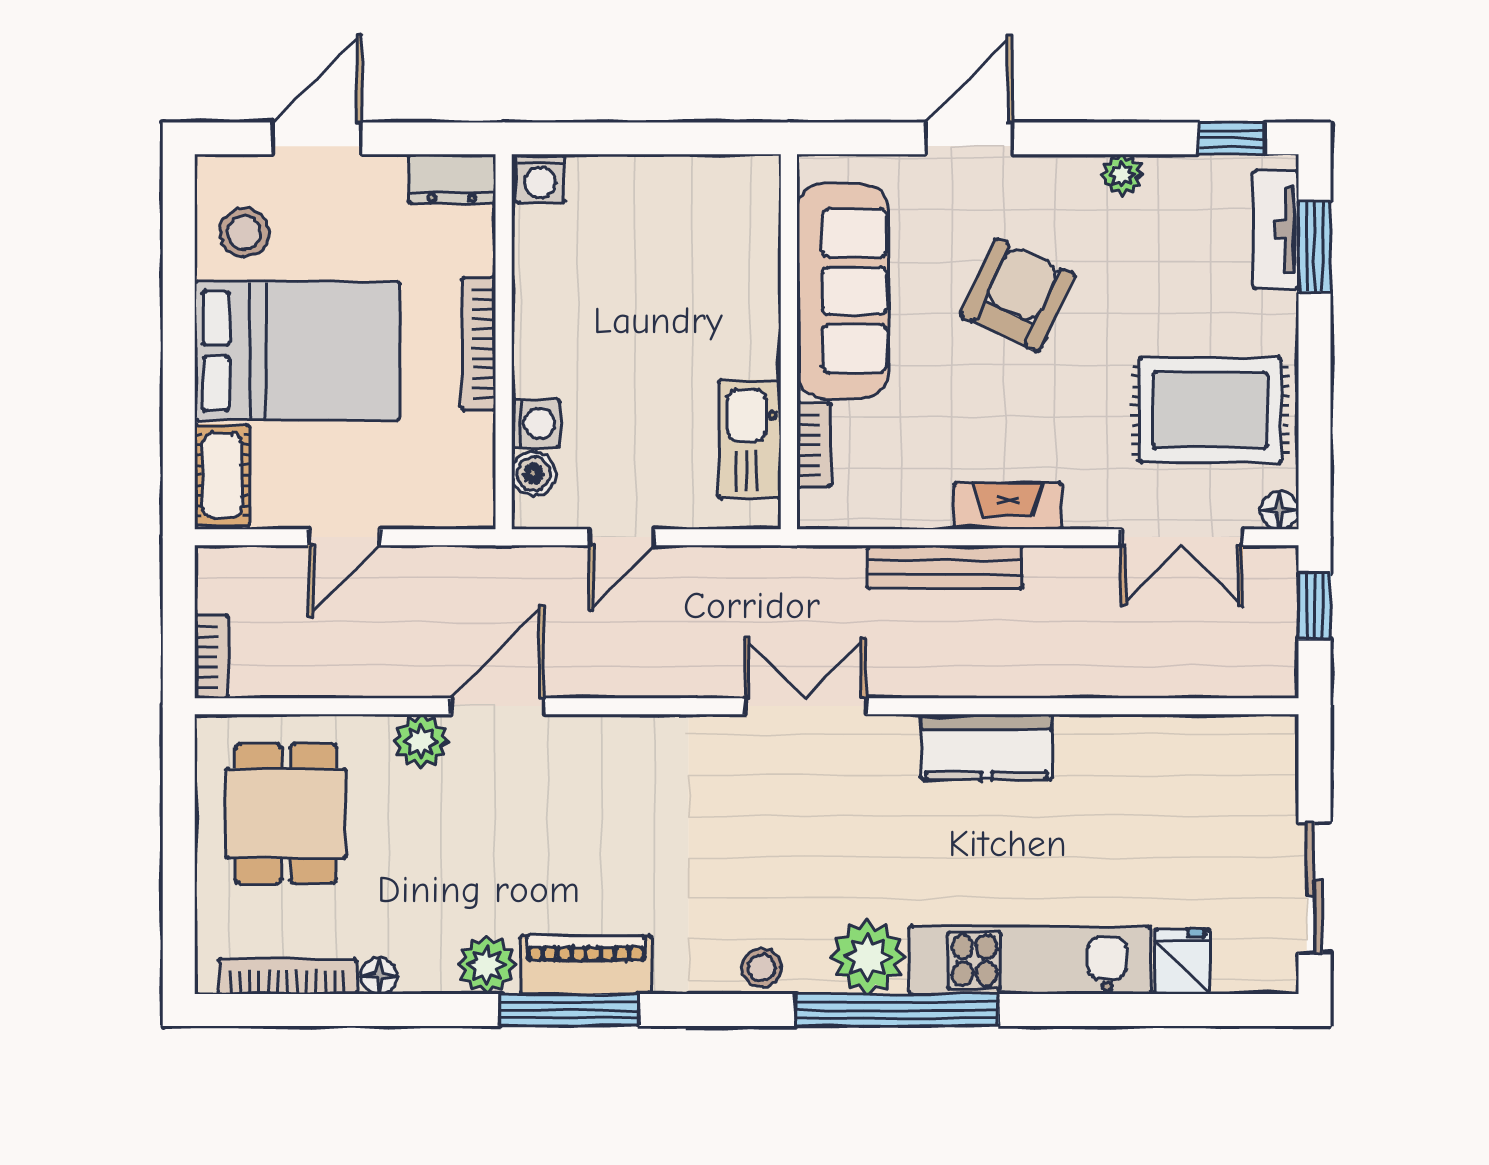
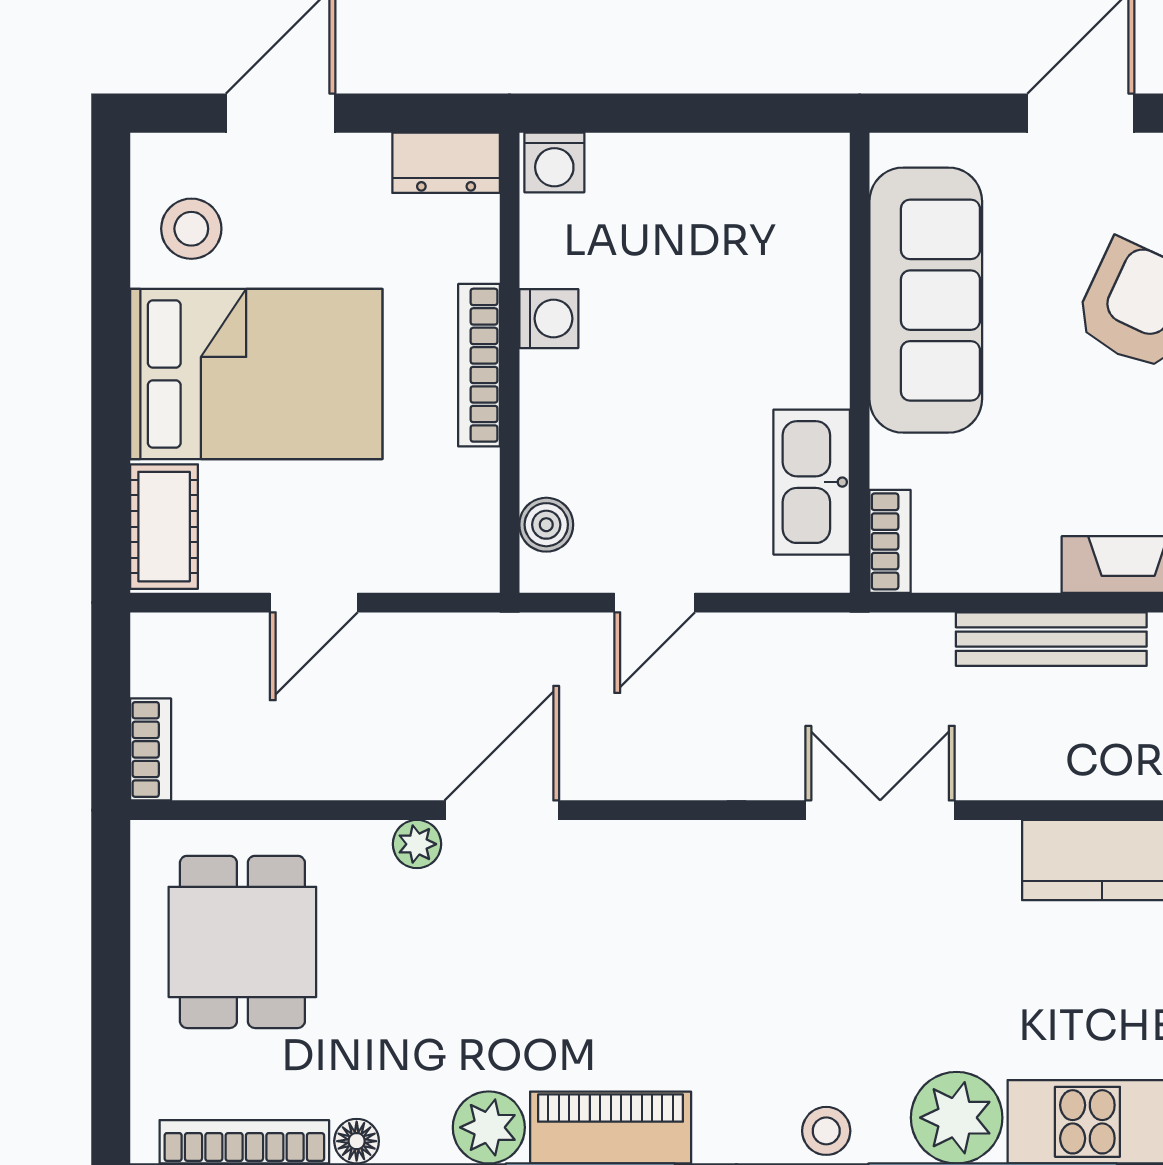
washing machine: (536, 423) -> (549, 319), moved
bookcase: (814, 445) -> (890, 541), moved
plant: (421, 741) -> (417, 844), width x0.73, depth x0.73

